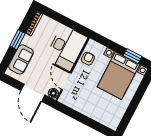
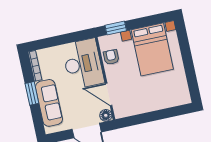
window: (133, 56) -> (116, 28), moved
sofa: (21, 59) -> (49, 103), width x1.36

